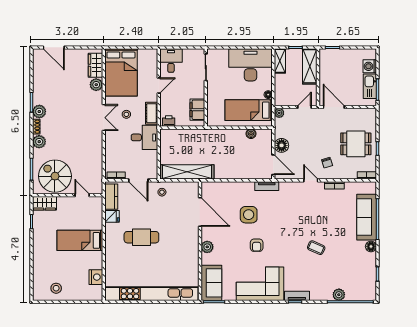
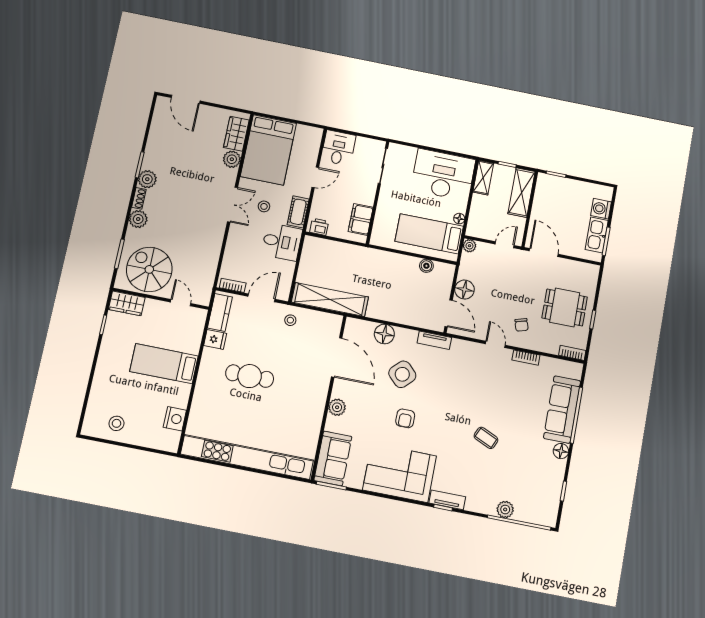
door: (138, 180) -> (261, 298), swing flipped
floor lamp: (230, 189) -> (384, 334), added
side table: (249, 215) -> (402, 374), turned 45

